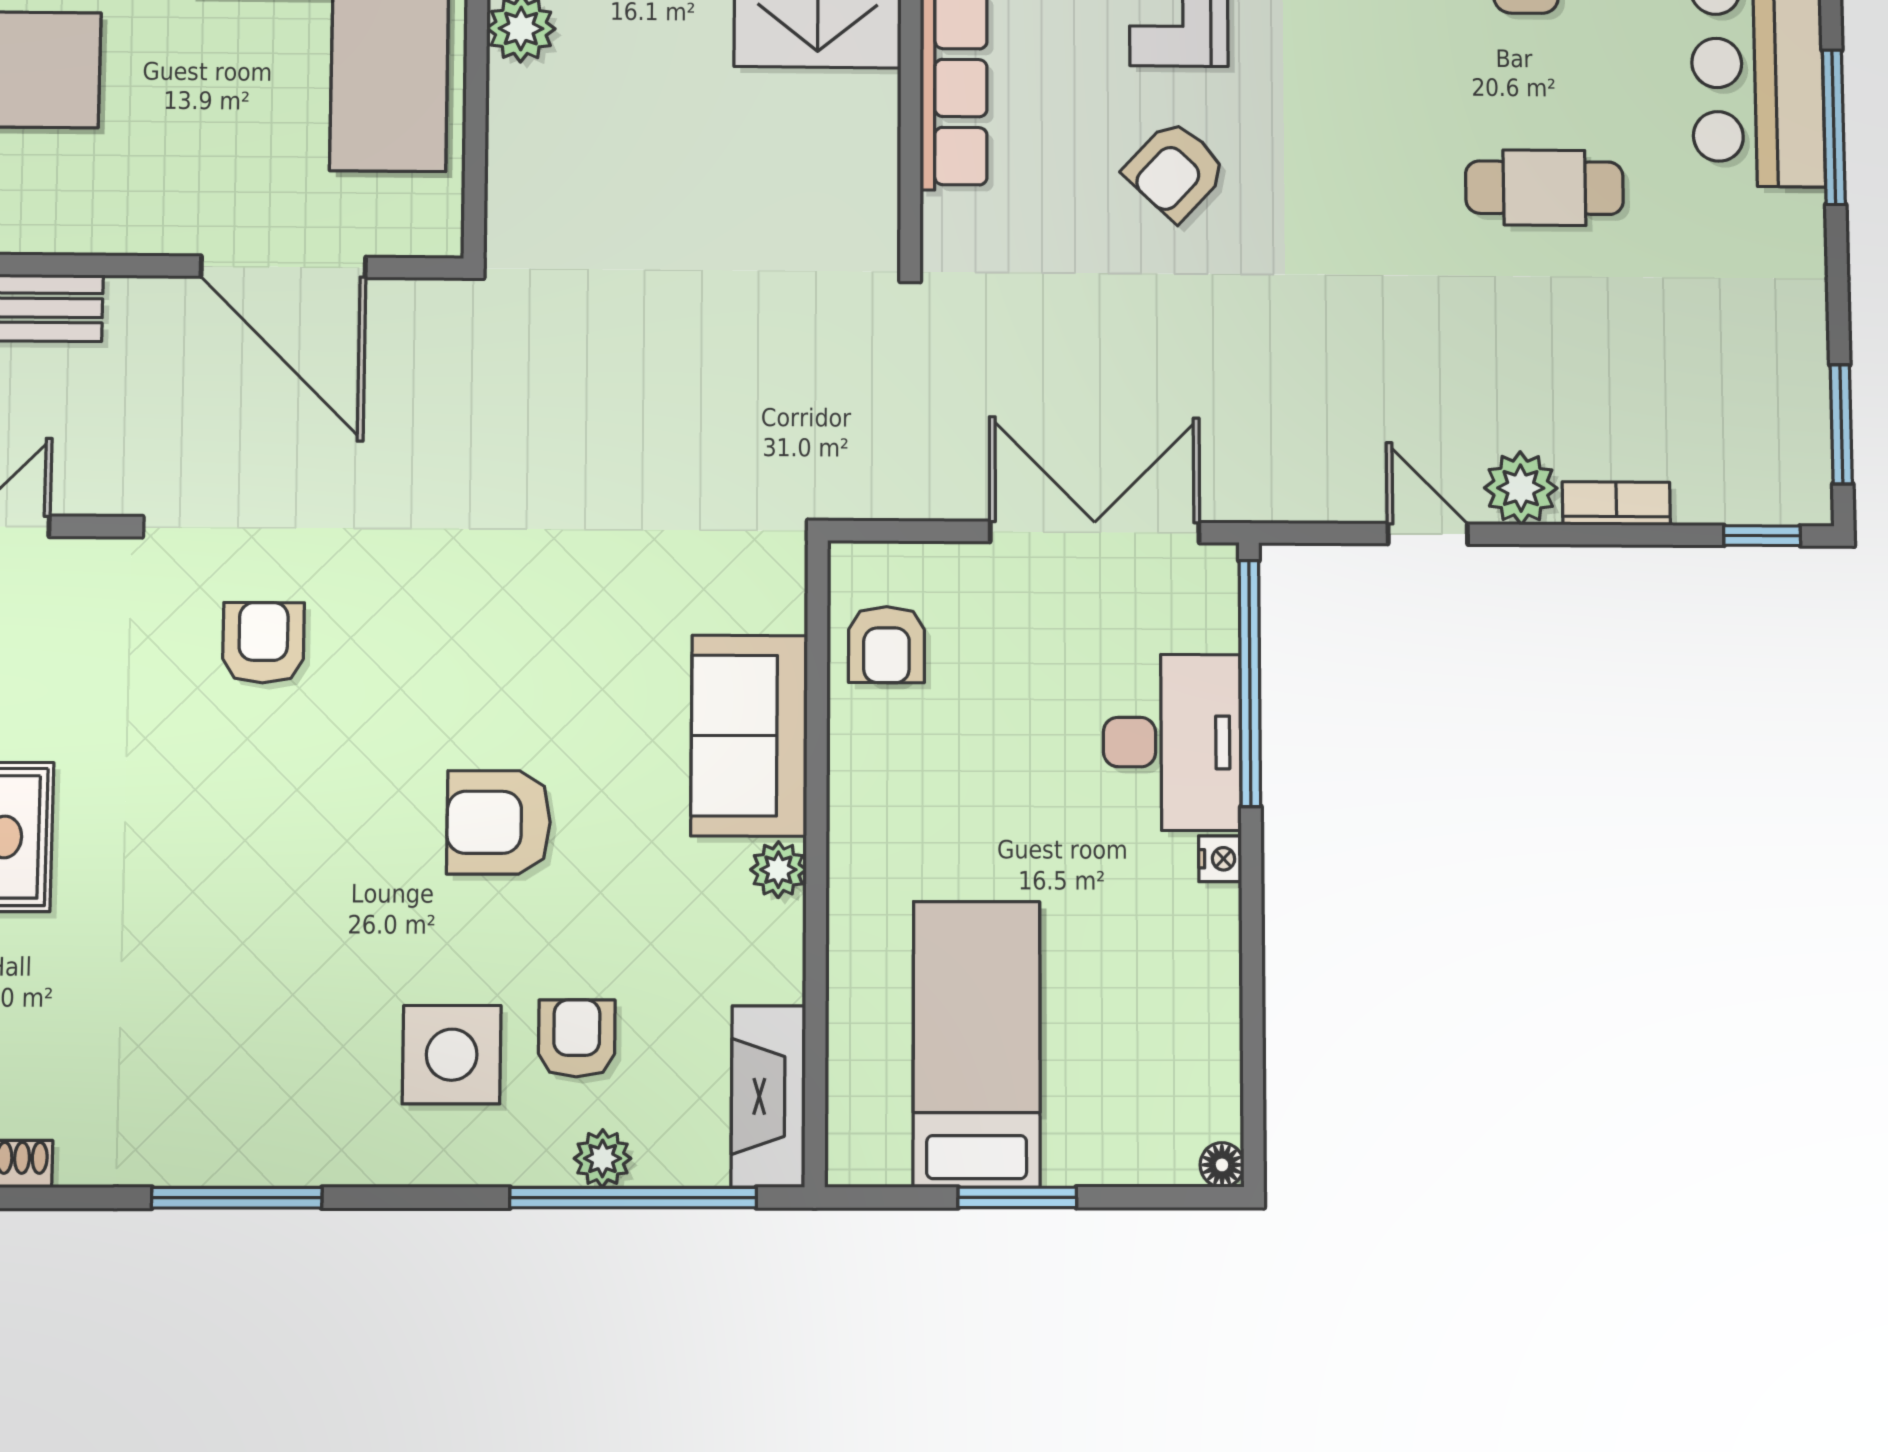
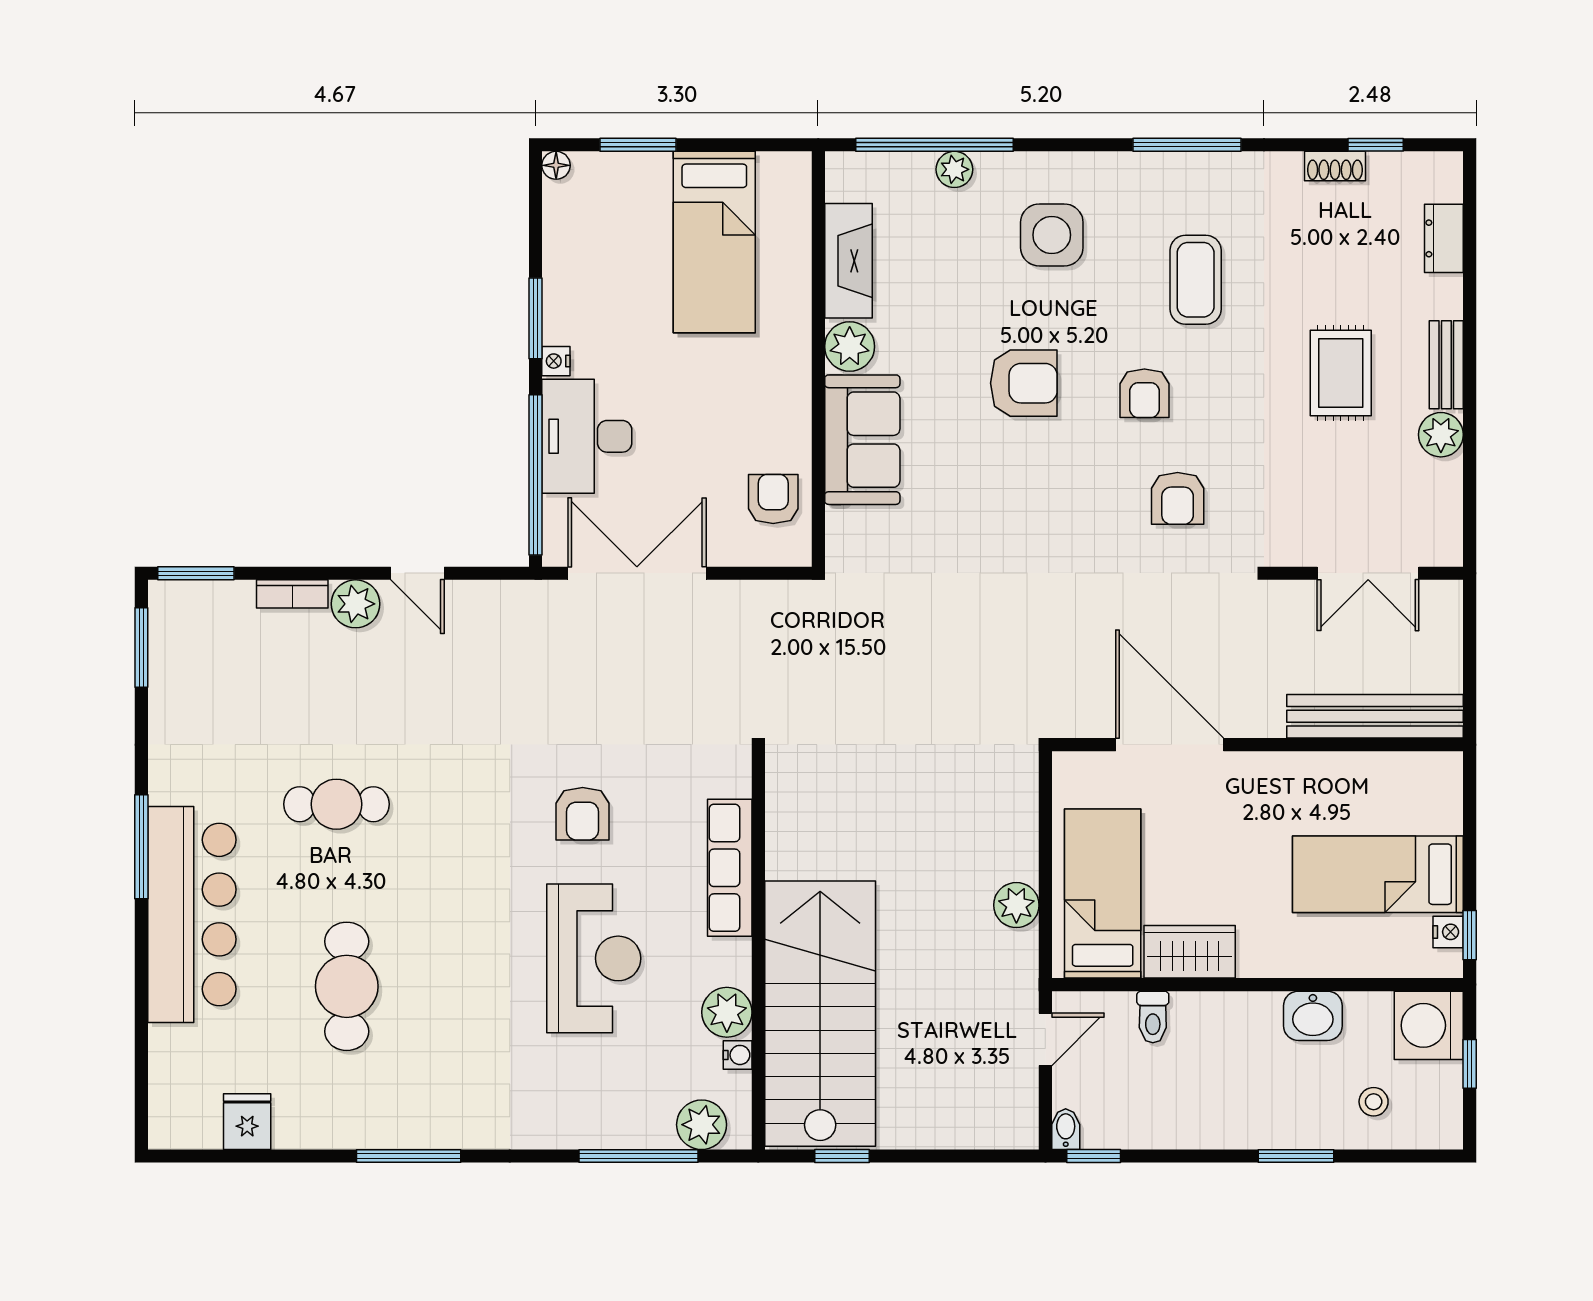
armchair: (1175, 170) -> (583, 814), turned 137
double door: (1095, 532) -> (637, 573), swing flipped
window: (1762, 536) -> (196, 573), width x1.50
plant: (778, 870) -> (850, 347), width x1.38, depth x1.38
window: (1252, 925) -> (536, 318), added
coffee table: (228, 984) -> (1196, 280), added
armchair: (577, 1038) -> (1144, 393), moved
fireplace: (768, 1096) -> (848, 261), moved
window: (1017, 1197) -> (638, 145), moved

